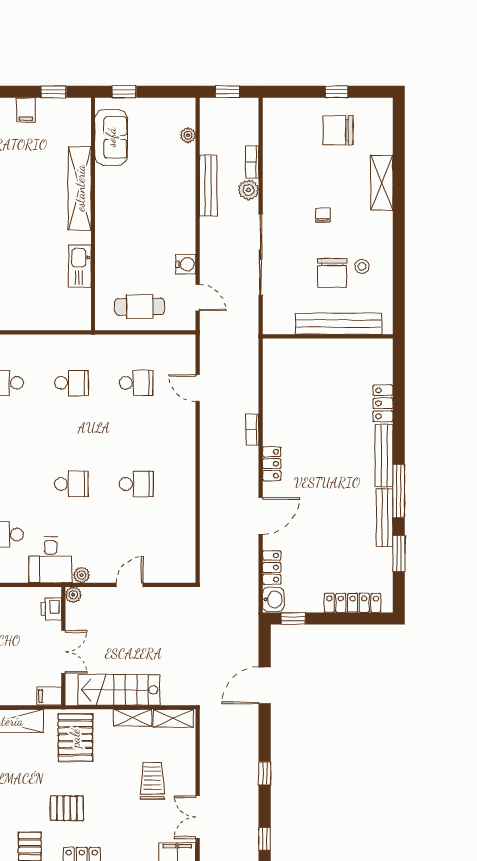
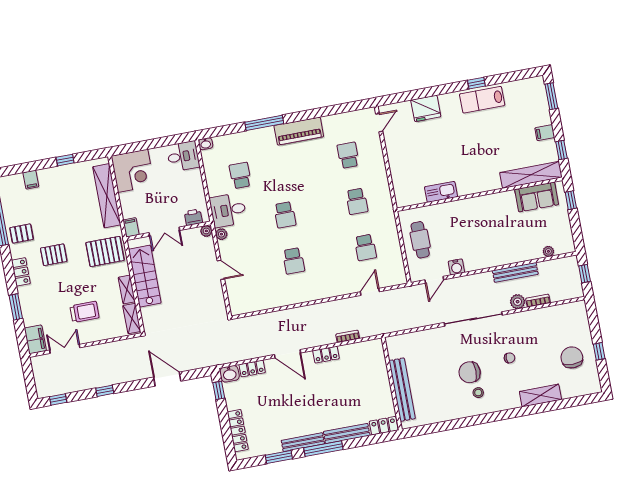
shelving: (80, 188) -> (531, 175), moved
bench: (339, 324) -> (402, 390), moved
wall: (328, 336) -> (392, 384), moved
pallet: (67, 808) -> (54, 255), turned 90

